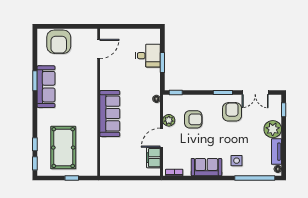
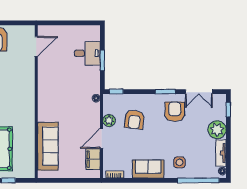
sofa: (110, 114) -> (48, 146), moved
armchair: (193, 119) -> (134, 120), turned 97

